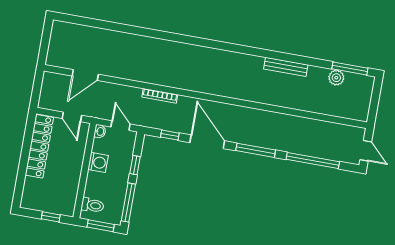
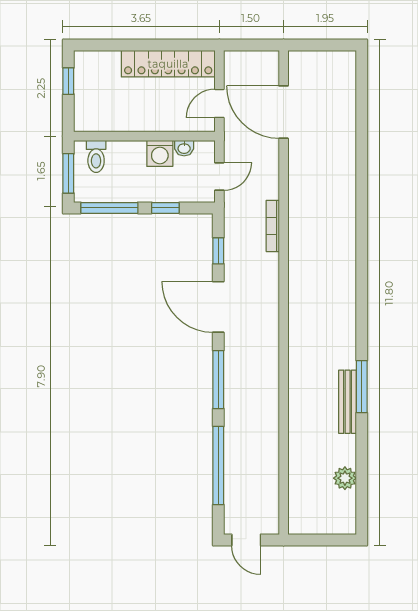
window: (350, 69) -> (362, 387), moved
door: (85, 75) -> (284, 112), width x1.36
washbasin: (100, 131) -> (184, 148), moved
door: (207, 142) -> (218, 307), swing flipped
door: (366, 151) -> (246, 540), hinge flipped
window: (51, 217) -> (68, 81), moved

